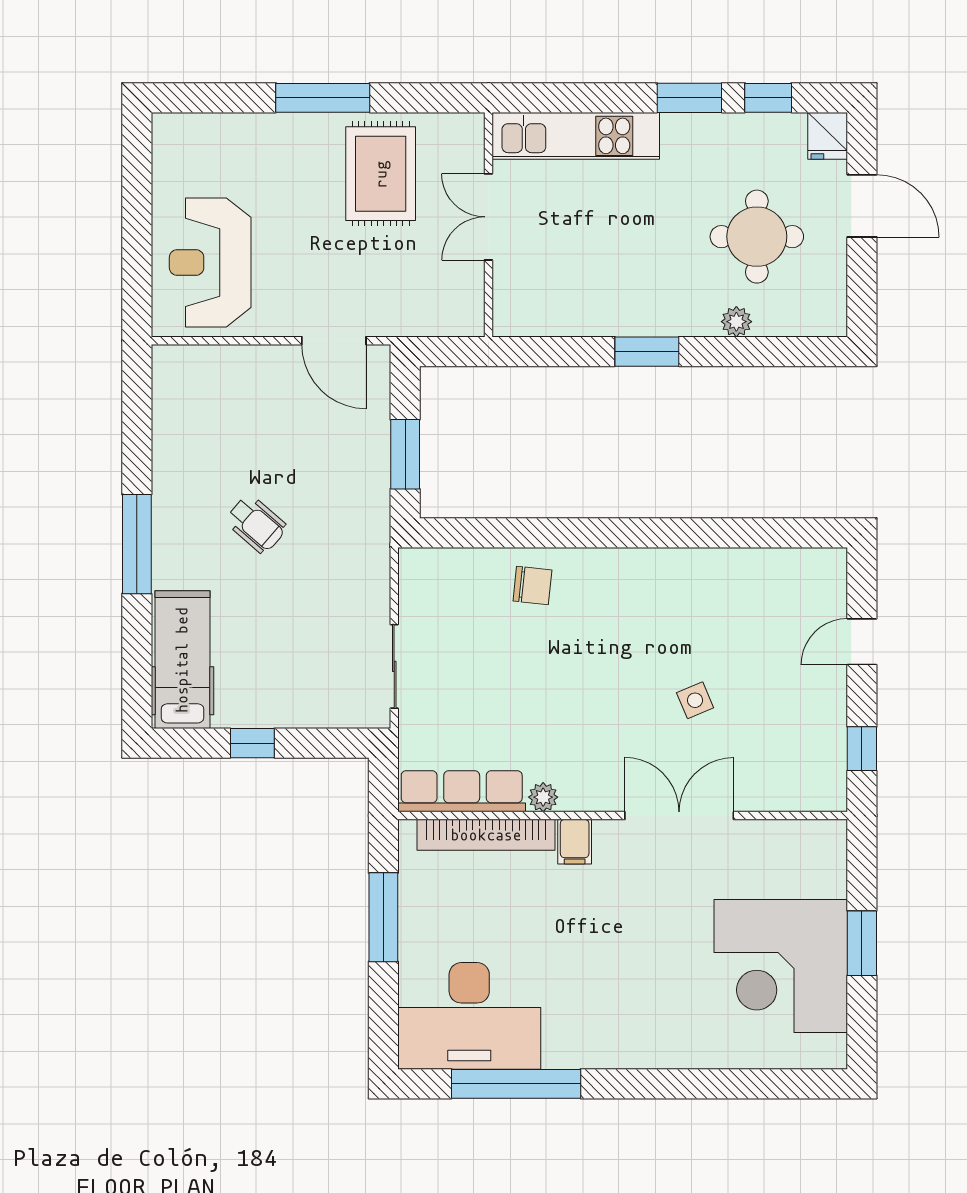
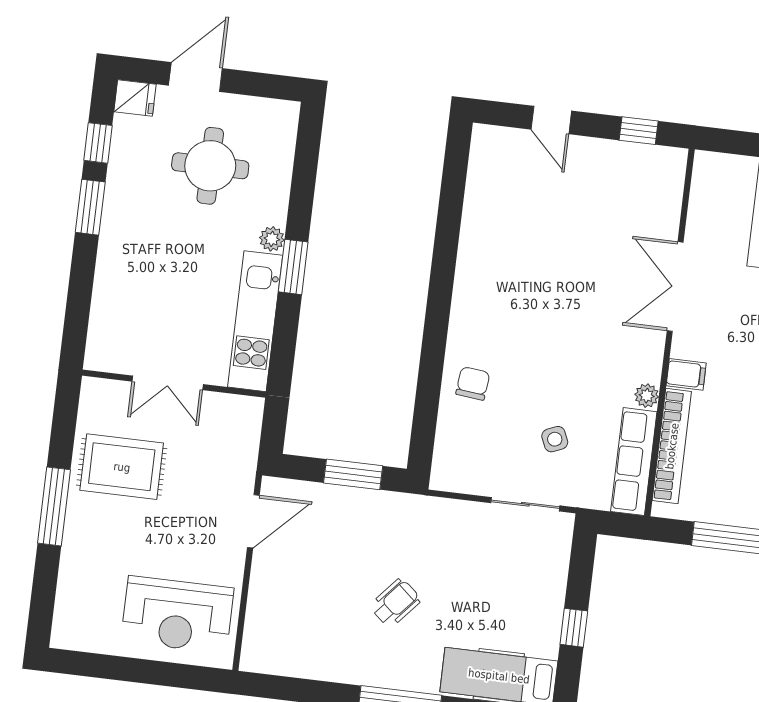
kitchen unit: (576, 136) -> (255, 321), moved, turned 180
plant: (736, 322) -> (272, 239), moved
side table: (695, 700) -> (555, 439), moved

